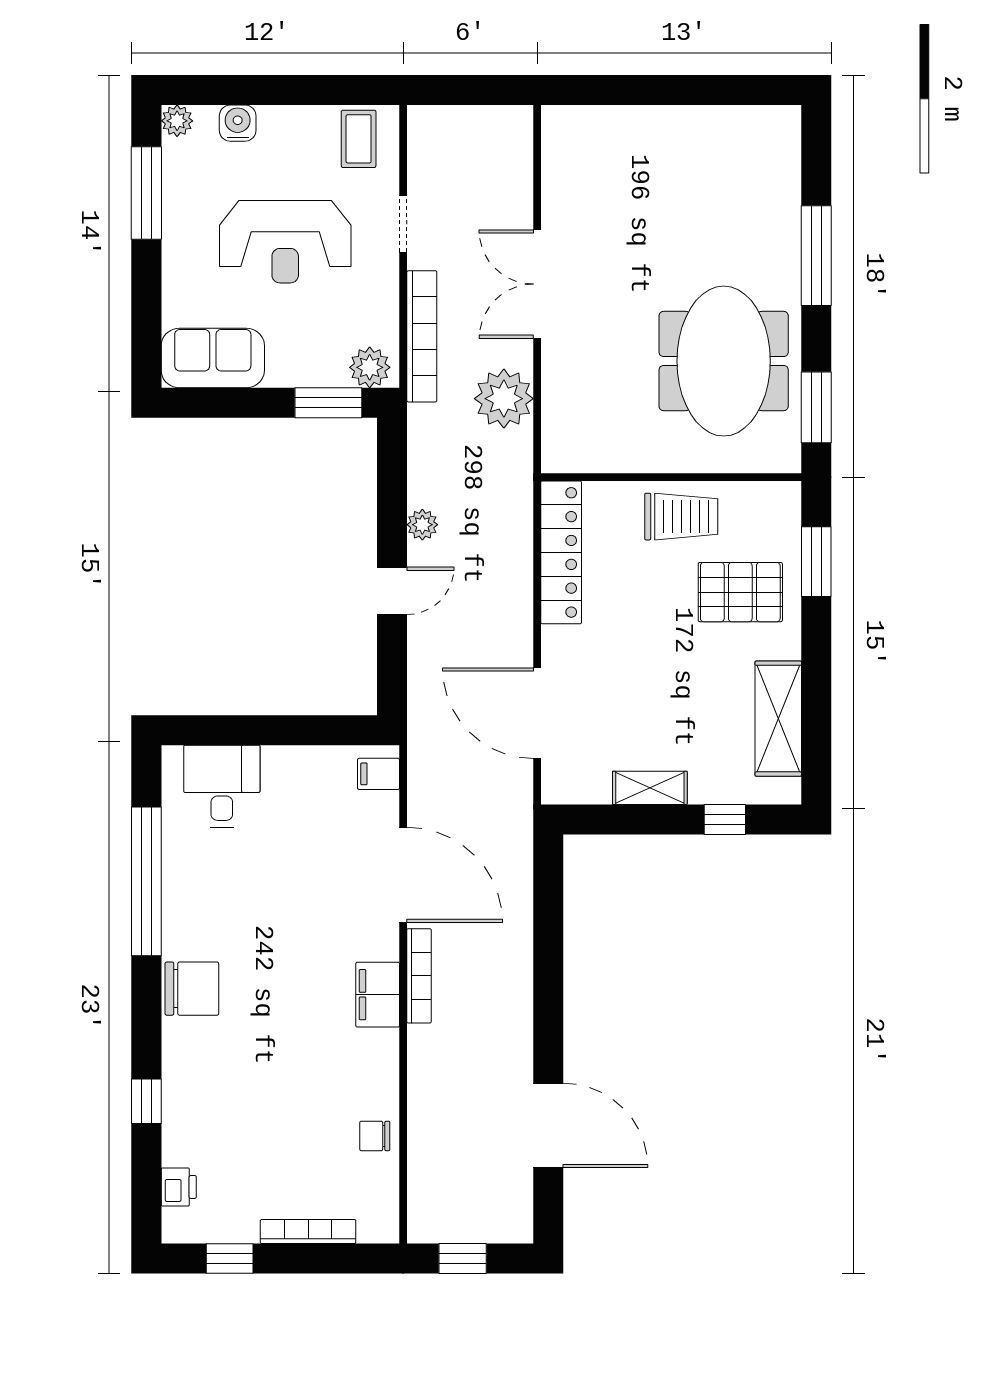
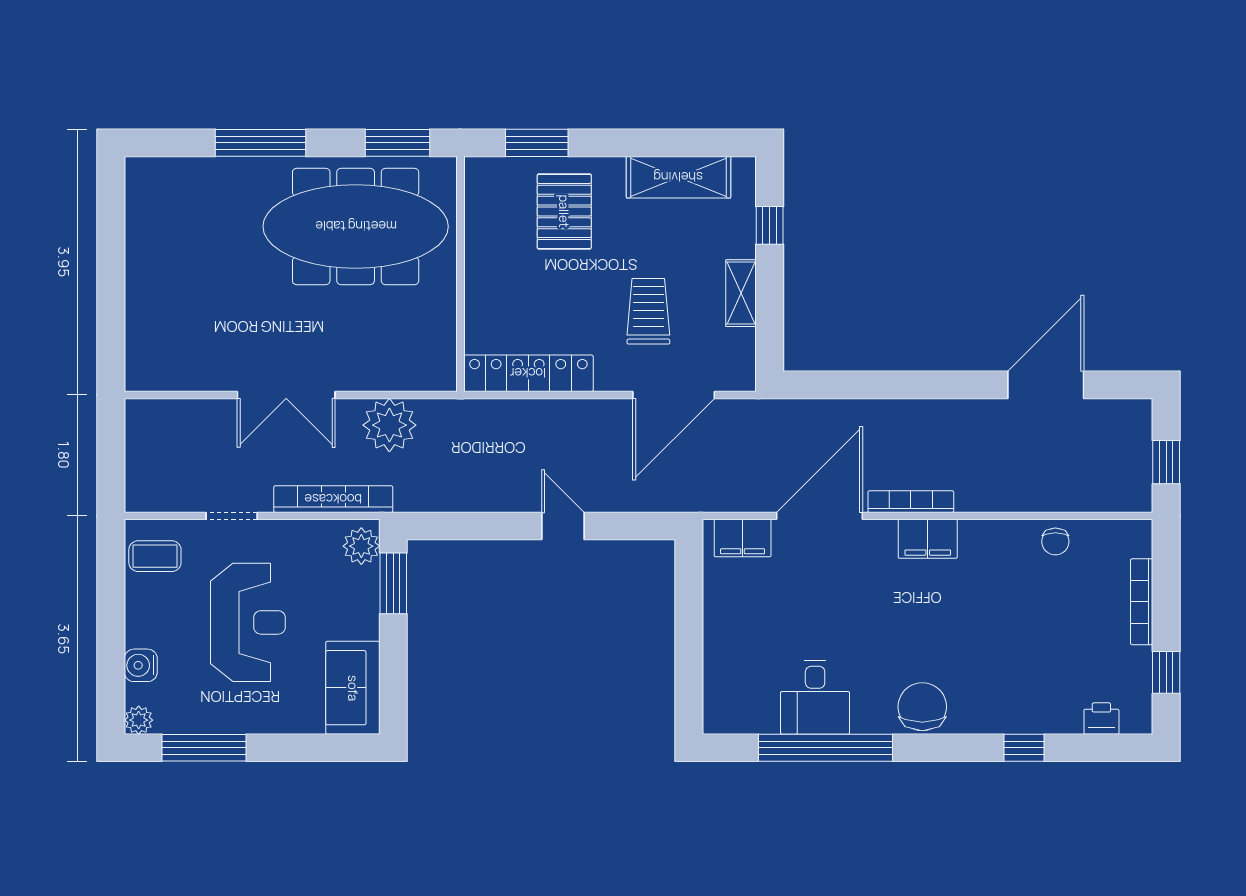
meeting table: (724, 361) -> (356, 226), width x1.36
trolley: (681, 517) -> (648, 311), moved
plant: (422, 525) -> (503, 499), removed
filing cabinet: (379, 774) -> (743, 538), width x2.00
desk: (222, 786) -> (815, 697), moved, turned -90

